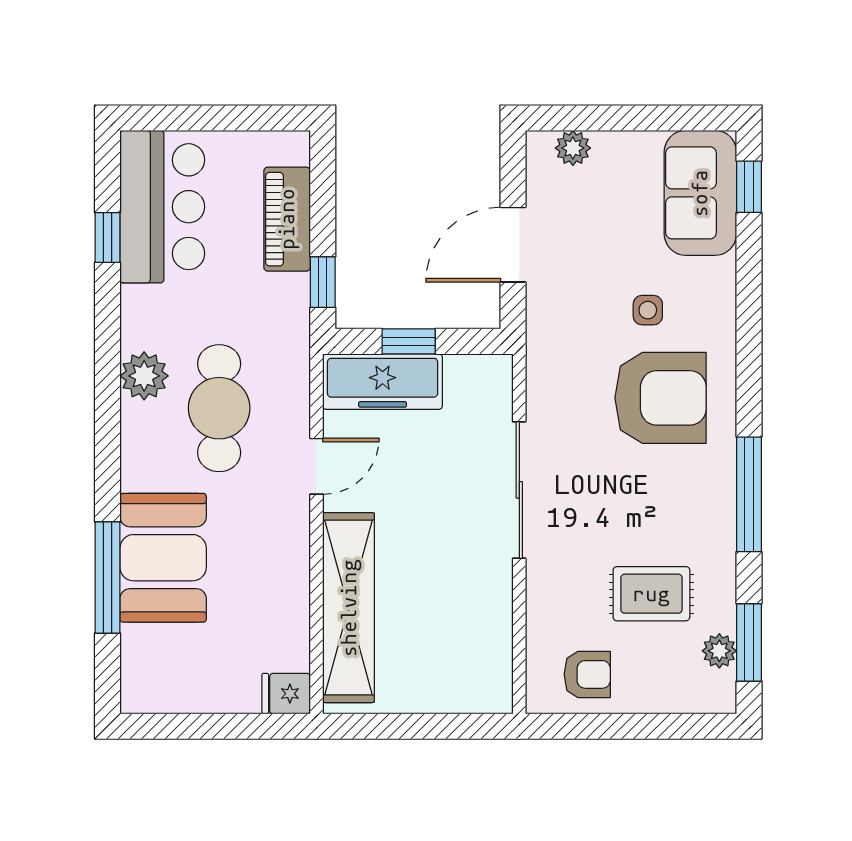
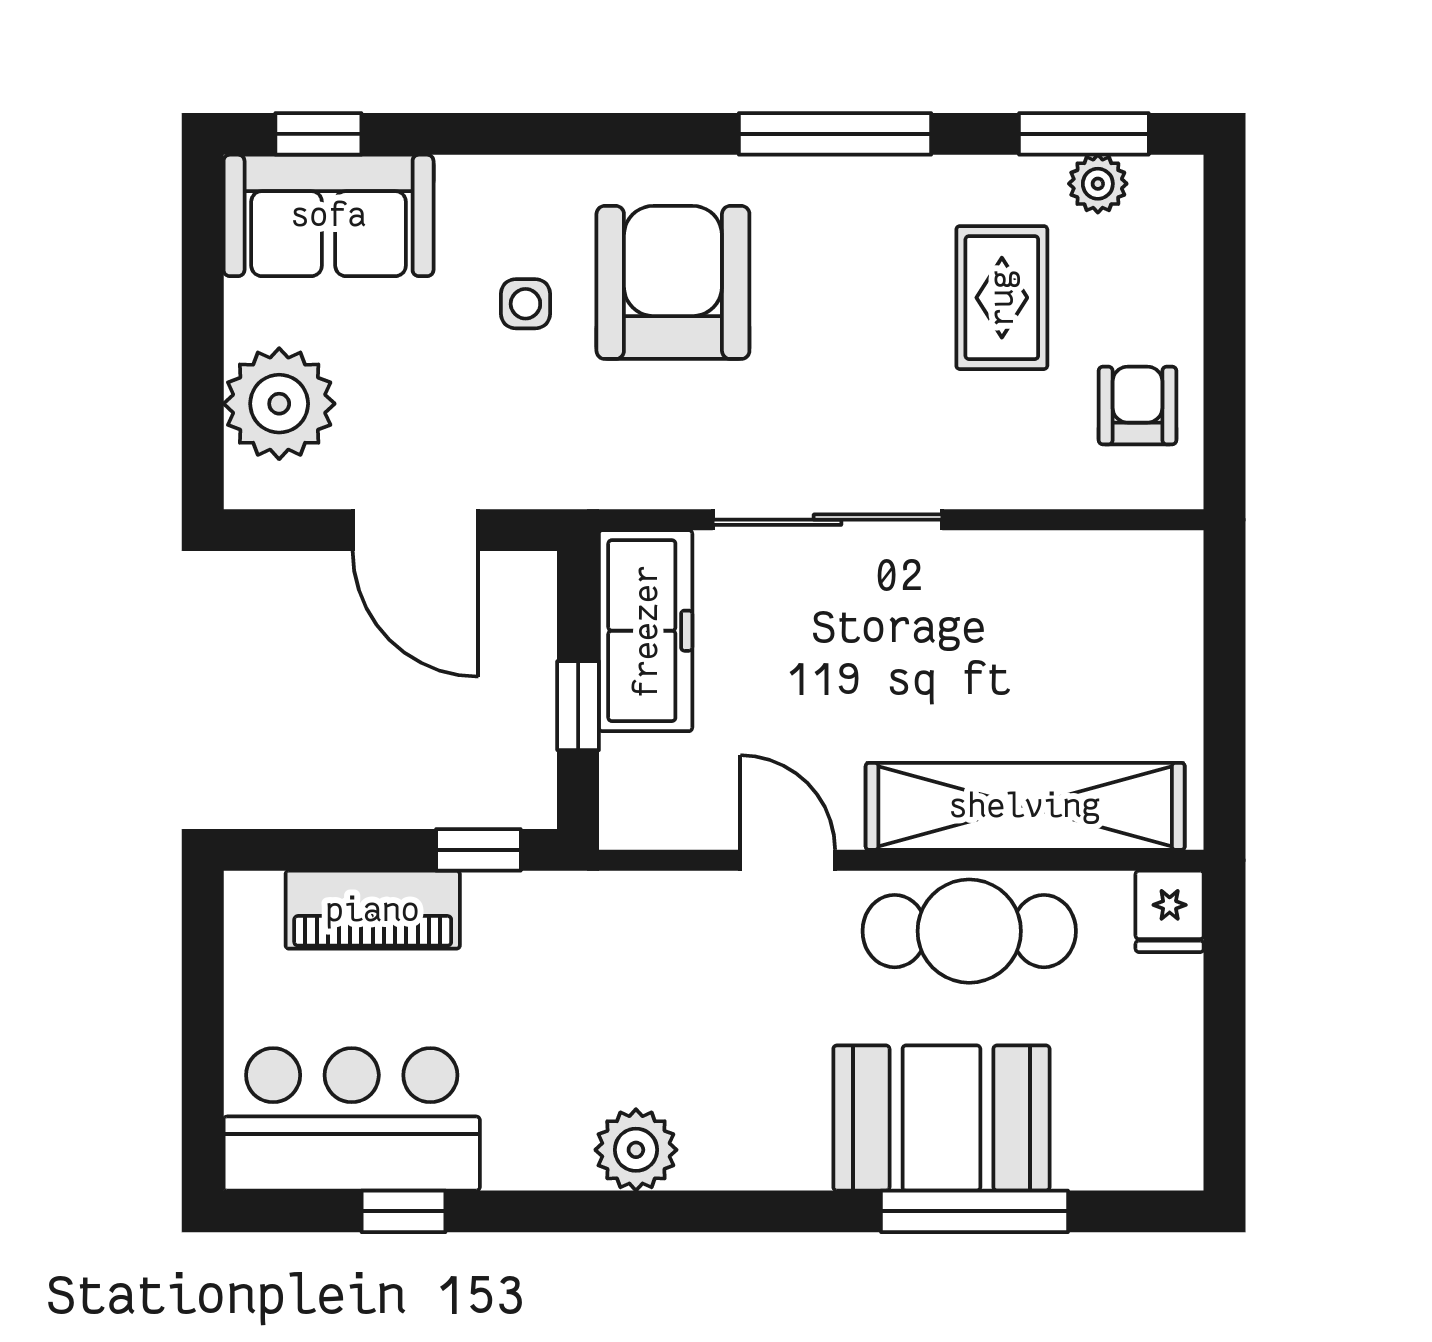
plant: (573, 148) -> (279, 404), width x1.88, depth x1.88
freezer: (383, 382) -> (646, 631), moved
cafe table: (219, 408) -> (969, 931), moved

